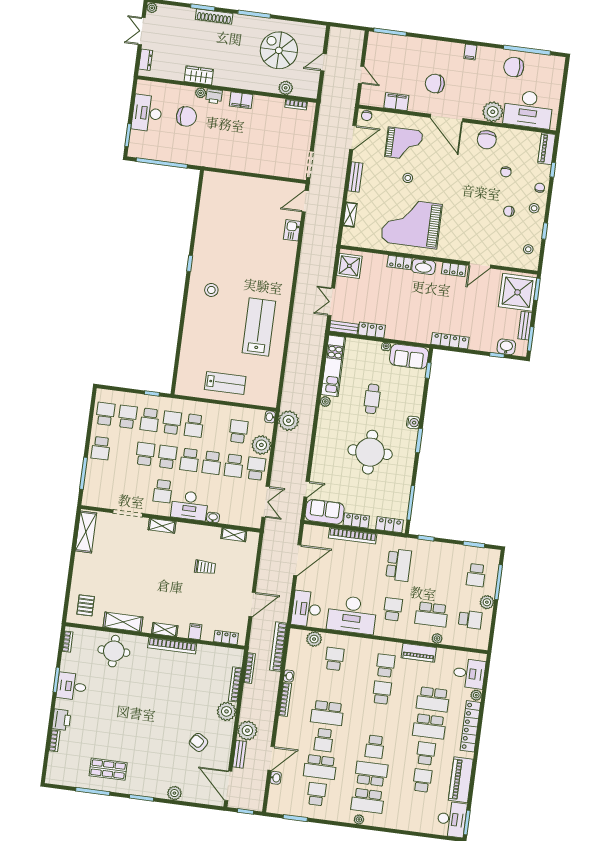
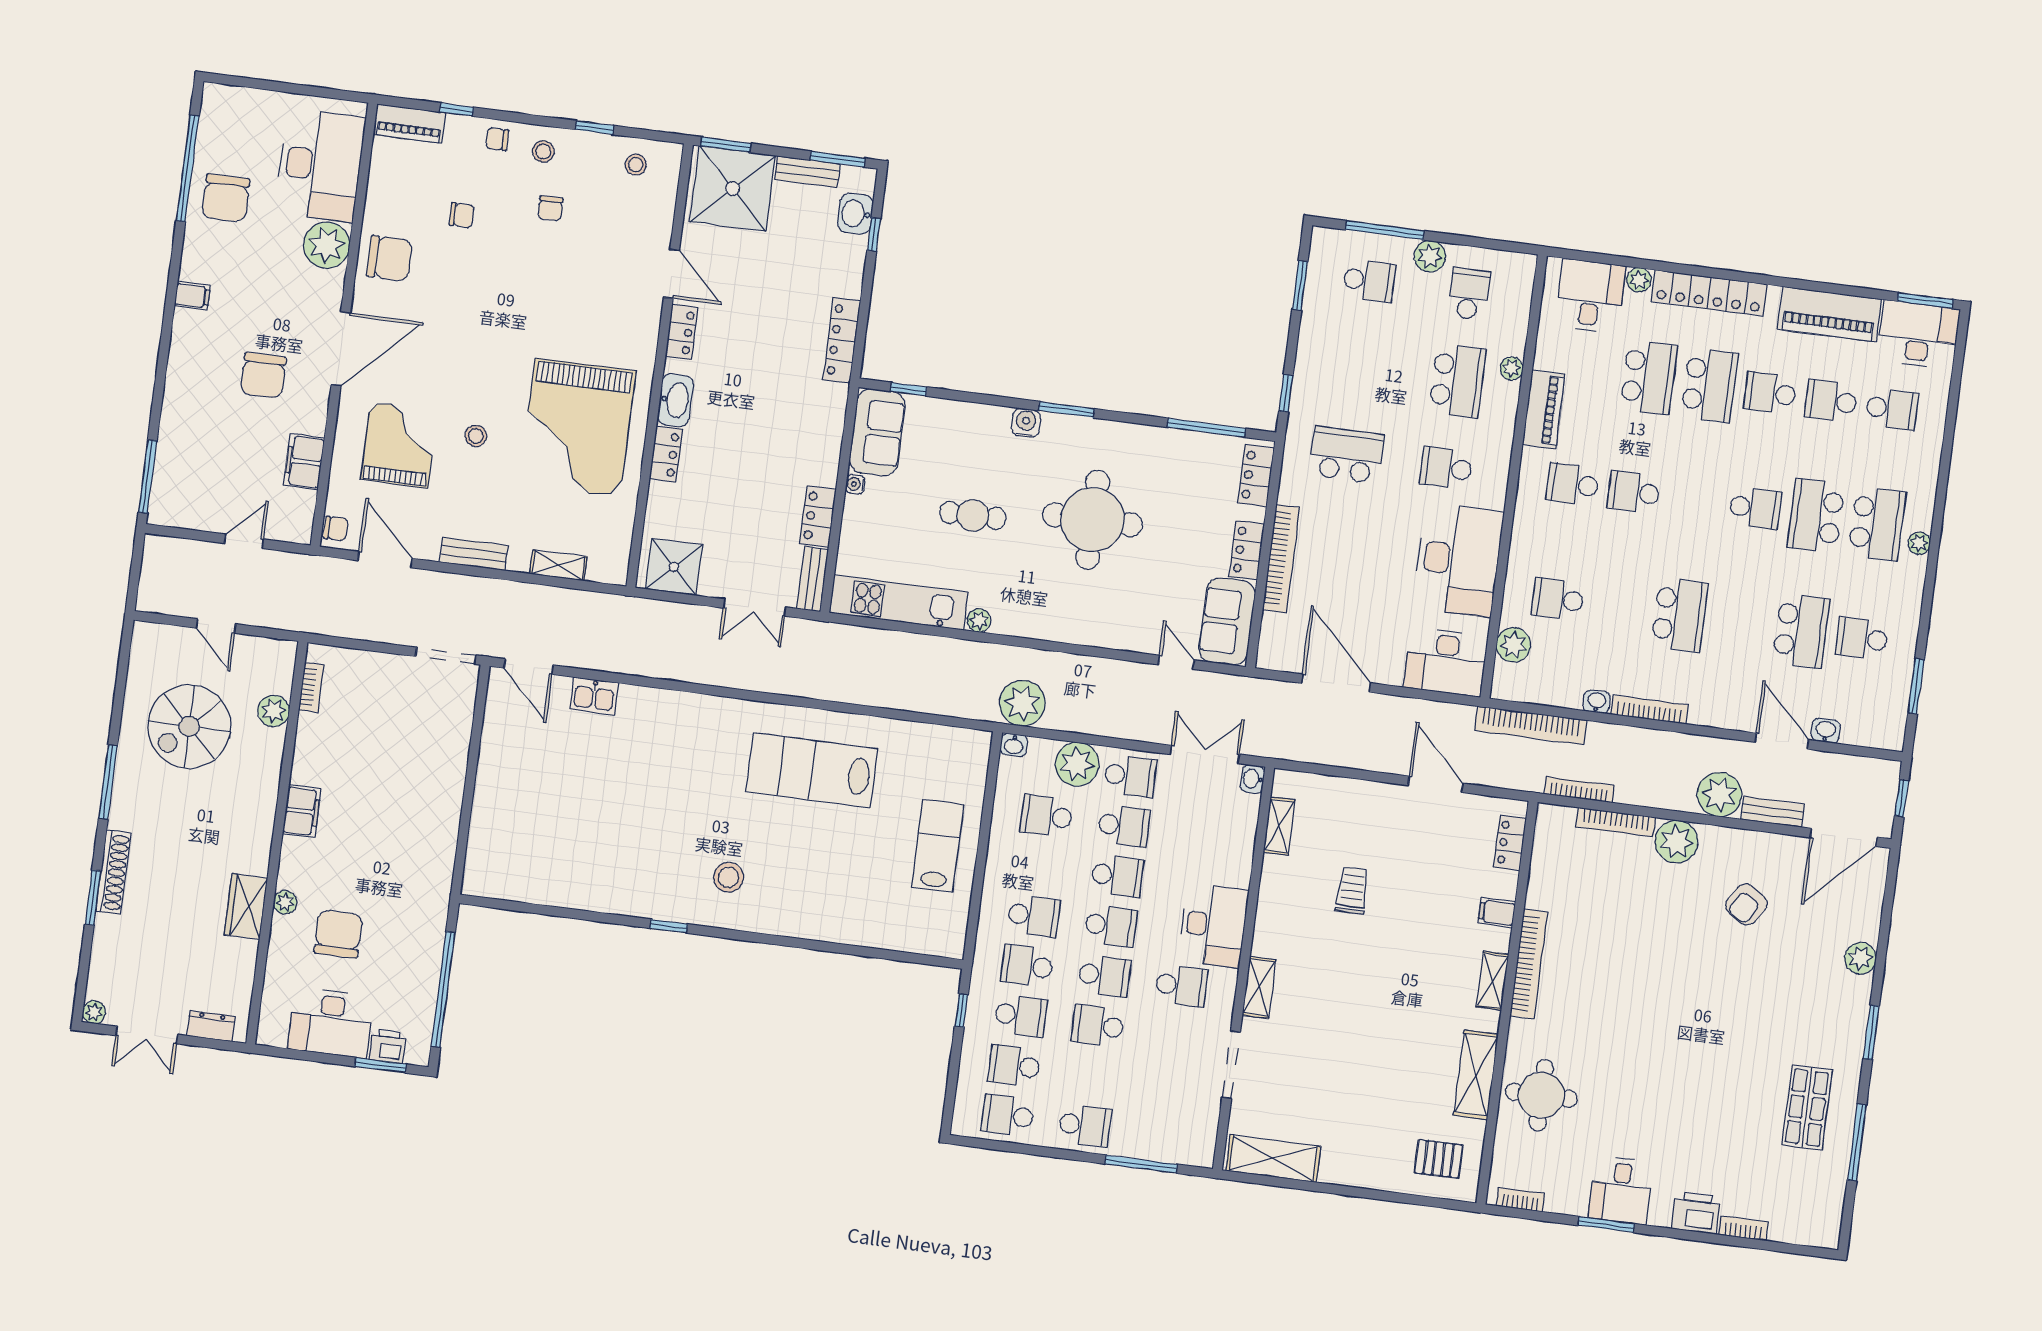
printer: (214, 96) -> (388, 1046), moved, turned -90
school desk: (167, 457) -> (1104, 976), turned 180
school desk: (256, 469) -> (1130, 776), turned 180
washbasin: (213, 517) -> (1253, 779), moved
school desk: (324, 740) -> (1892, 409), moved

